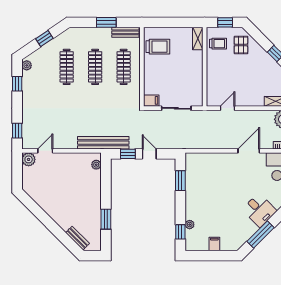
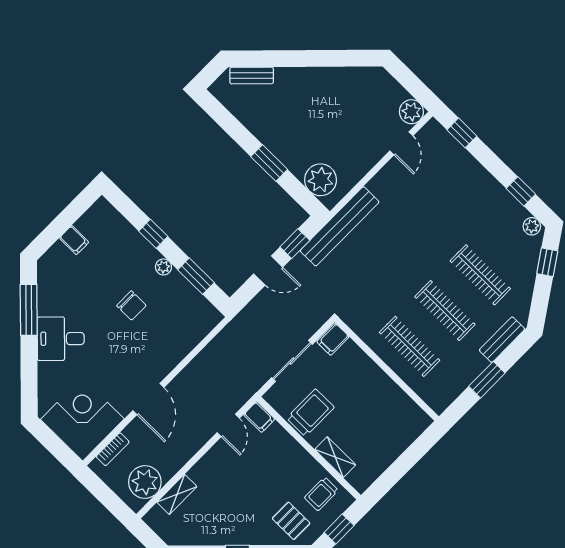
bench: (125, 32) -> (502, 340), moved
window: (44, 38) -> (547, 262), moved
shelving: (198, 39) -> (335, 457), moved
trolley: (158, 47) -> (310, 413), moved, turned 180
filing cabinet: (212, 99) -> (259, 417), added
plant: (96, 165) -> (321, 180), width x1.88, depth x1.88
chair: (218, 195) -> (131, 305), added
window: (106, 219) -> (269, 163), moved
plant: (190, 225) -> (163, 267), moved
window: (180, 232) -> (153, 234), moved

